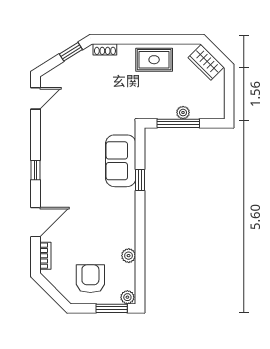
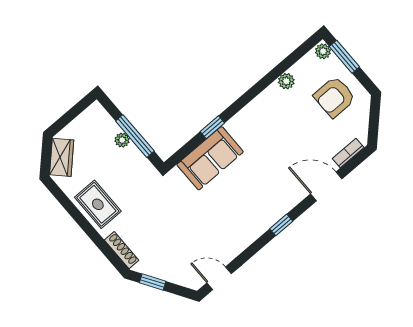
shoe rack: (105, 49) -> (122, 250), width x1.43

